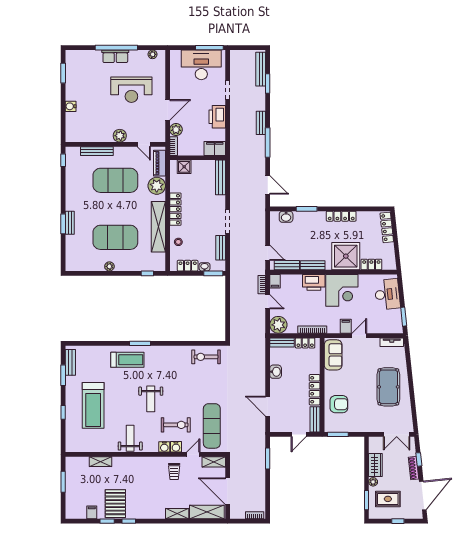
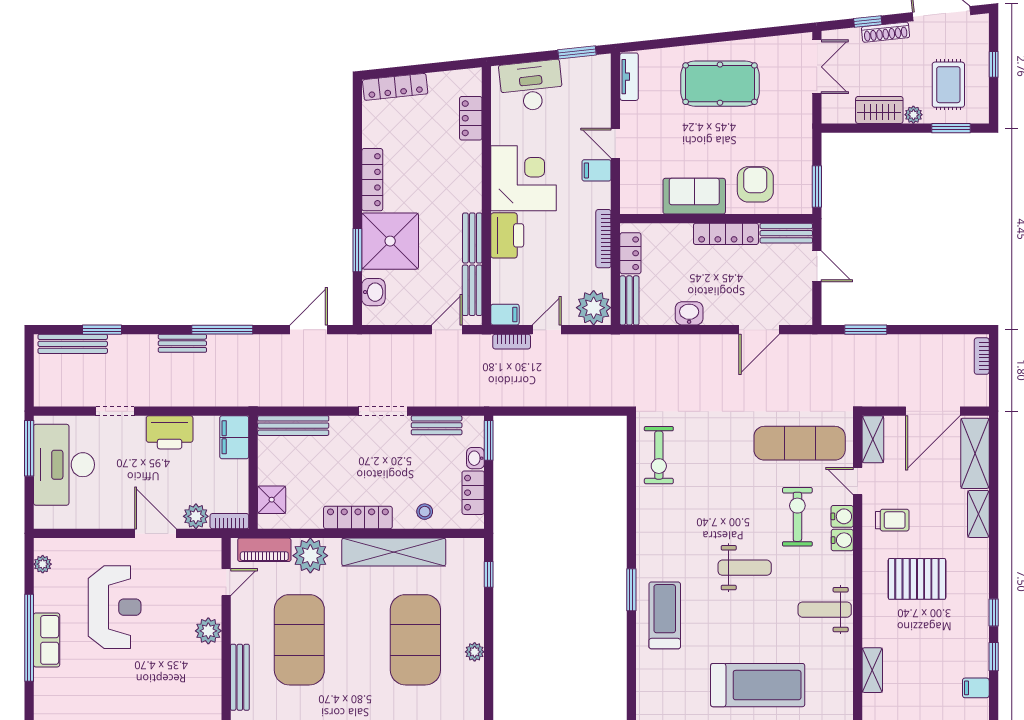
shower: (346, 256) -> (390, 241), moved
sofa: (333, 355) -> (694, 196), moved
pallet: (115, 504) -> (917, 579), moved

